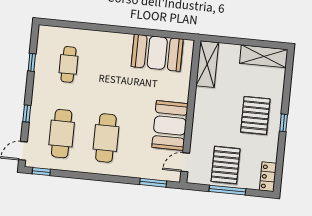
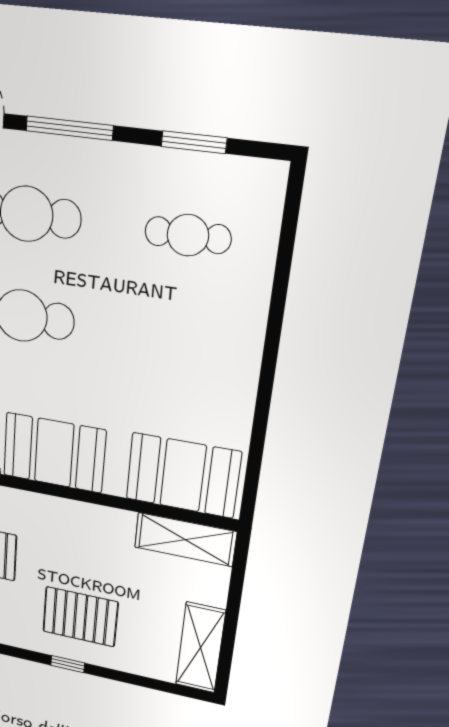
booth: (157, 53) -> (183, 475), moved, turned 90
window: (32, 62) -> (194, 142), width x1.50
window: (27, 114) -> (69, 128), width x2.17

